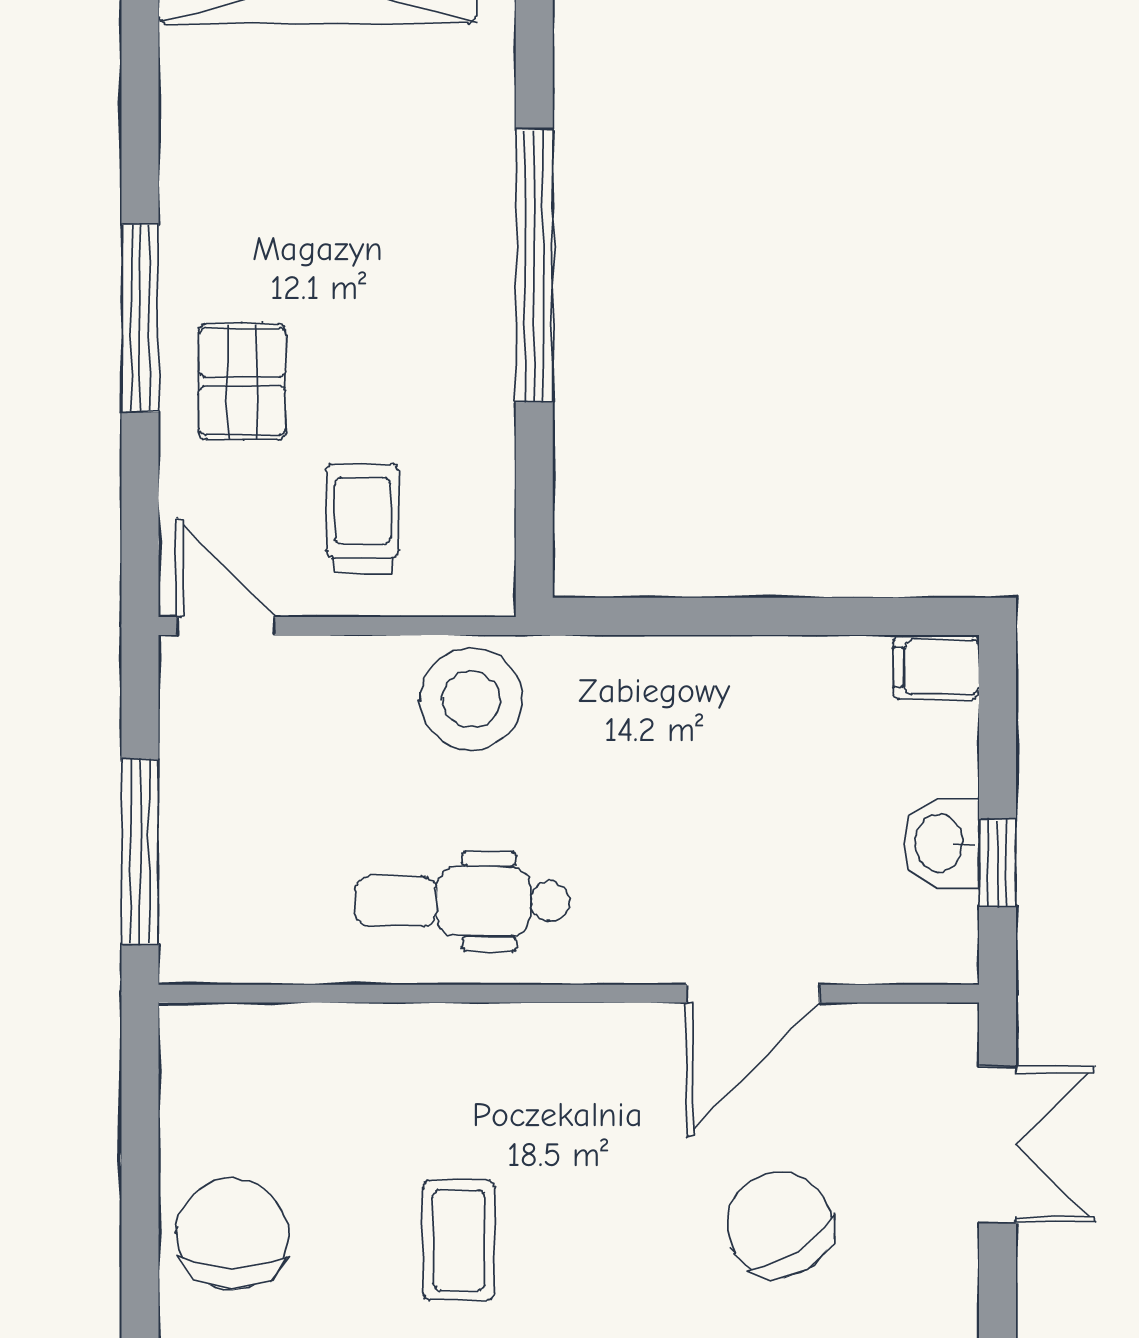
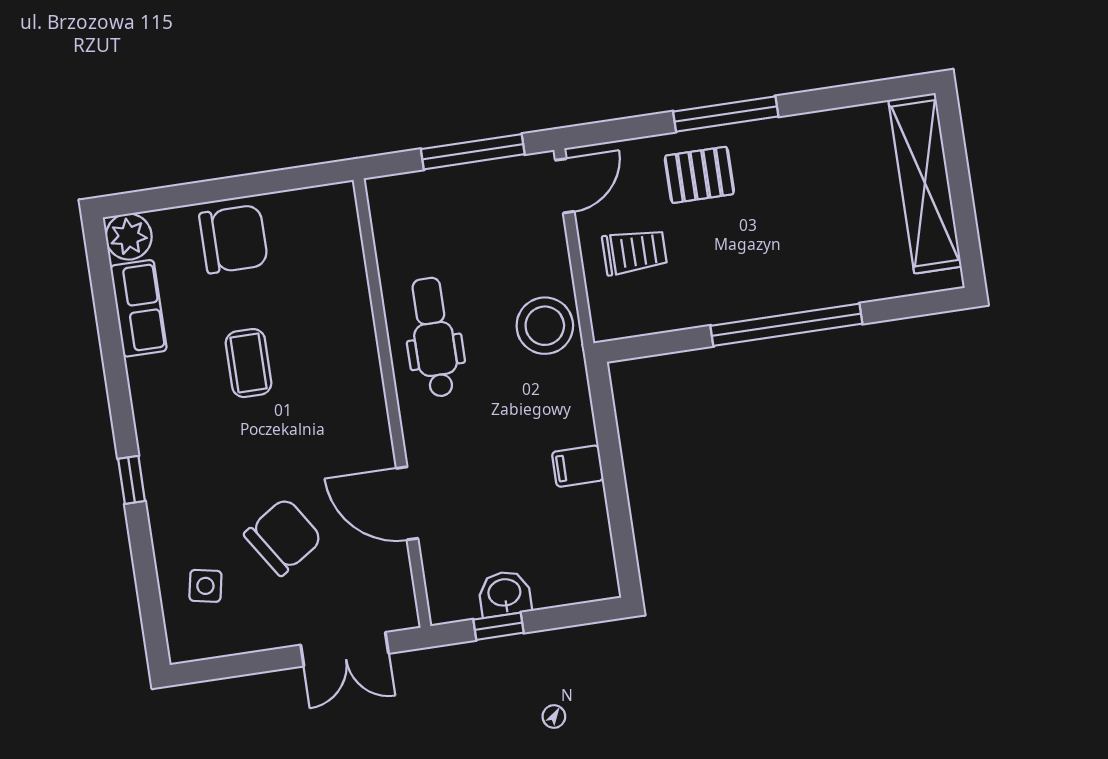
filing cabinet: (936, 667) -> (578, 466), moved, turned -90
window: (140, 852) -> (473, 152), moved
coffee table: (459, 1240) -> (249, 363), turned 90

